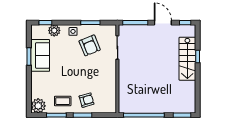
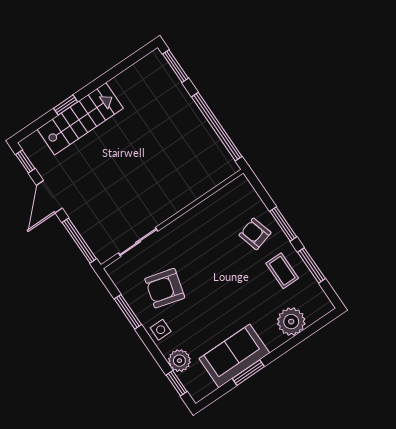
armchair: (90, 45) -> (165, 288), turned -143
plant: (38, 106) -> (291, 322), moved

